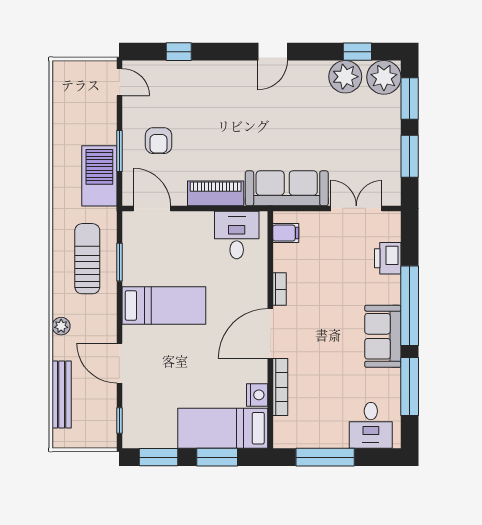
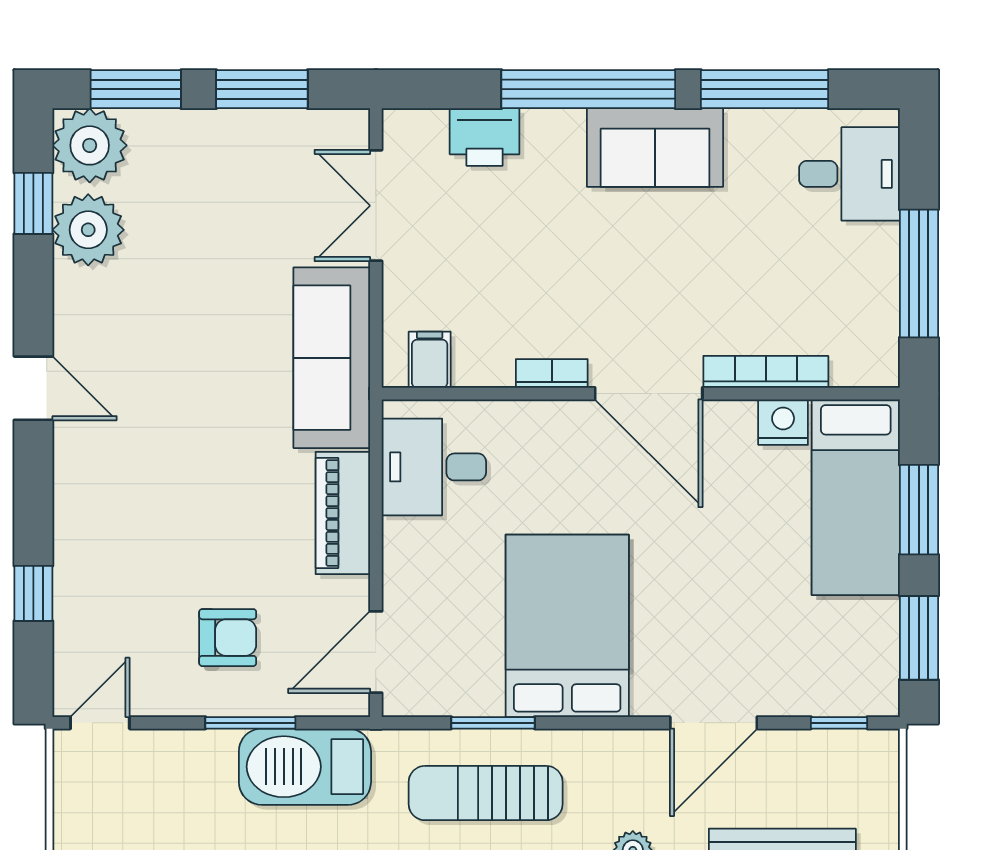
bed: (164, 305) -> (567, 626), width x1.50

